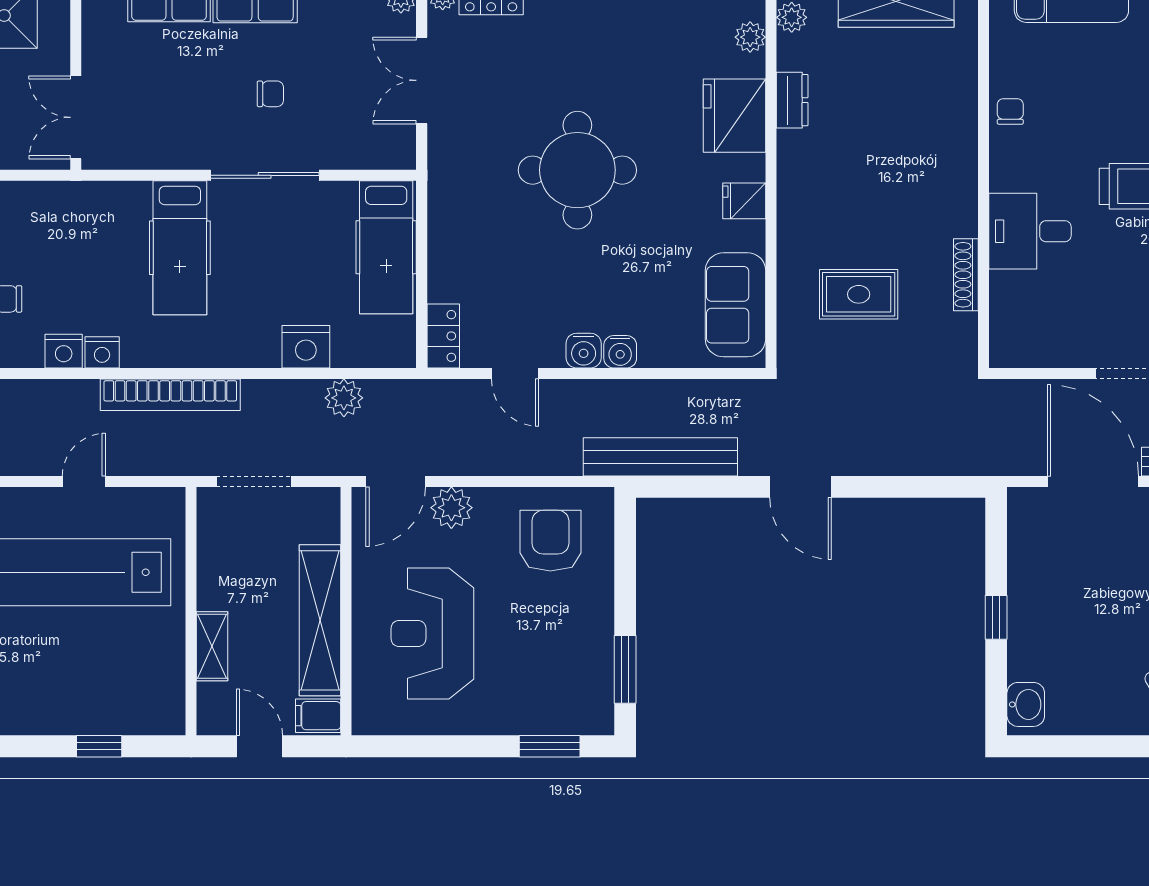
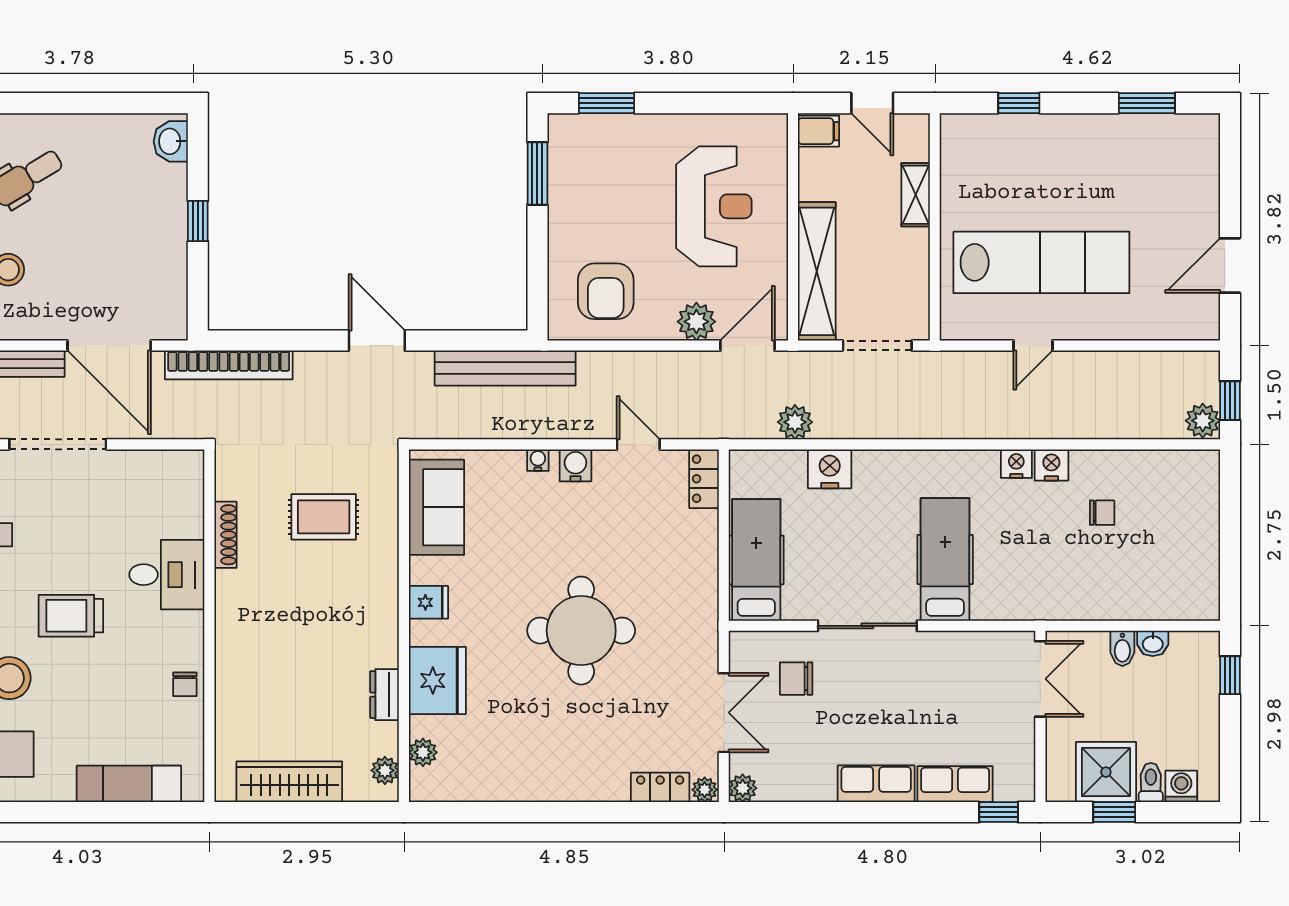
chair: (270, 94) -> (796, 679), moved, width x1.37, depth x1.37
water cooler: (620, 352) -> (538, 460), width x0.72, depth x0.72
bookcase: (170, 395) -> (229, 365), moved, turned 180
shelving: (320, 620) -> (817, 271), moved

